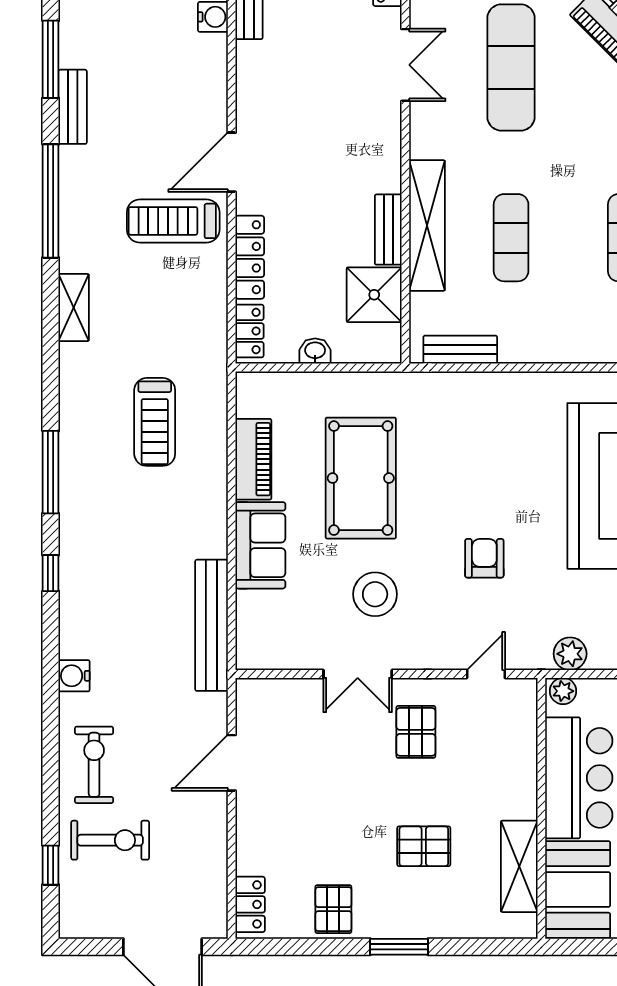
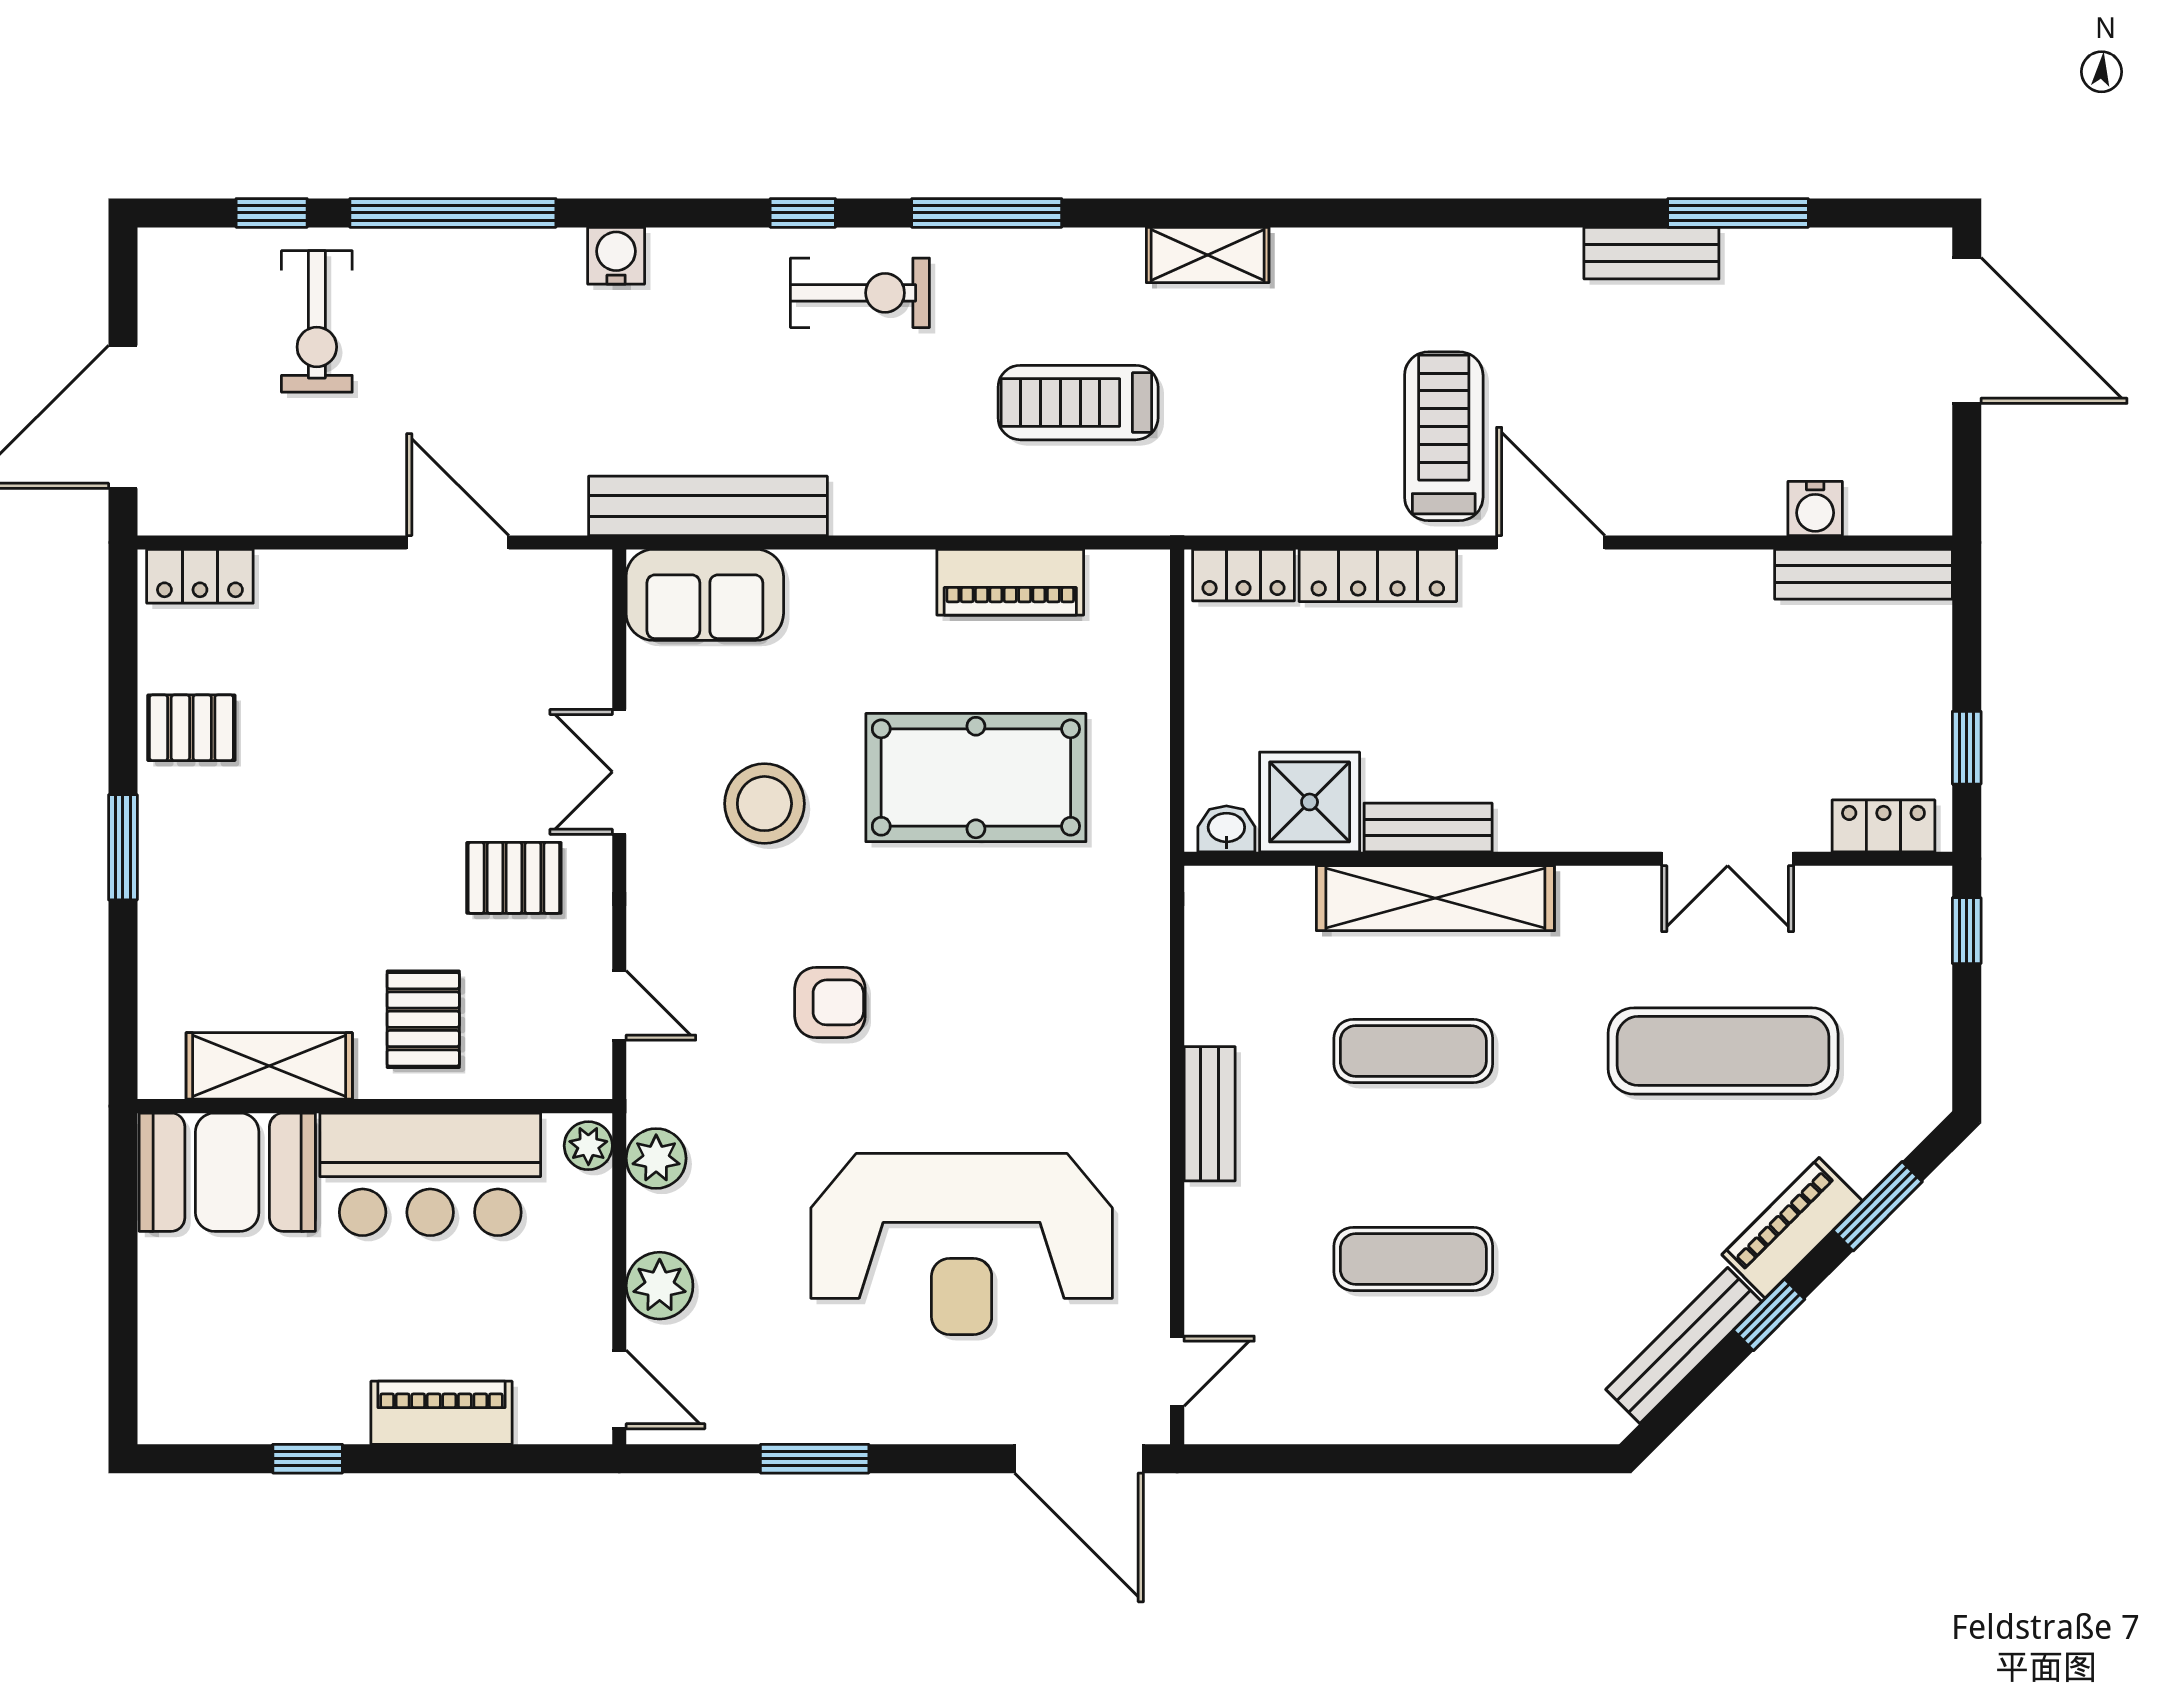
window: (51, 201) -> (453, 213), moved
shelving: (74, 308) -> (1208, 255), moved
bench: (460, 350) -> (1210, 1114), moved
washbasin: (315, 351) -> (1226, 829), moved, turned -90
sofa: (260, 545) -> (705, 595), moved
exercise bike: (94, 765) -> (860, 293), moved
pallet: (424, 846) -> (423, 1019), moved

